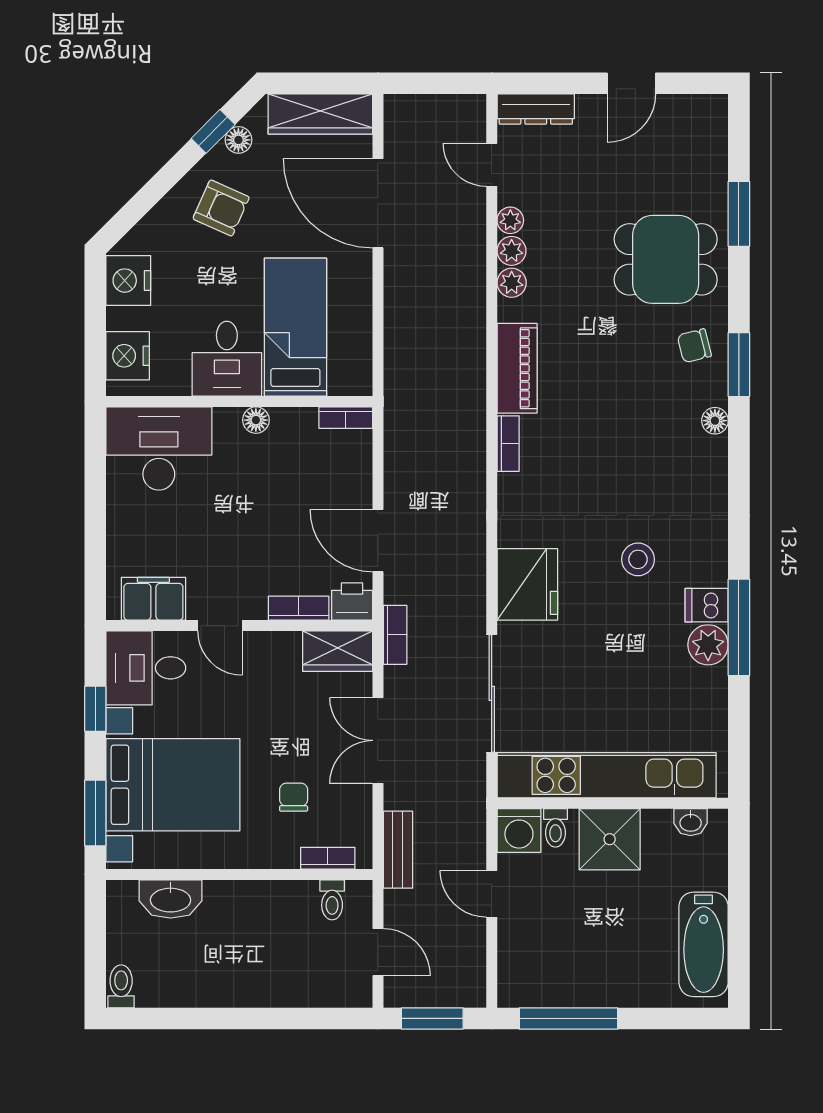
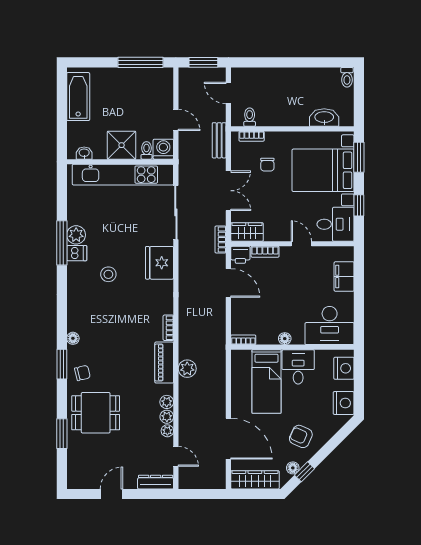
plant: (467, 355) -> (187, 369), added
filing cabinet: (153, 599) -> (344, 276), moved, turned 90

